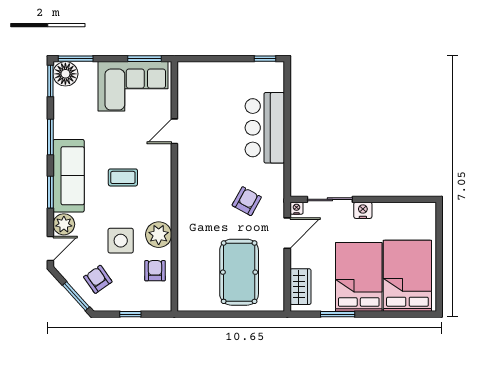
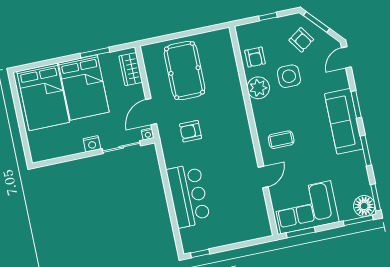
coffee table: (123, 177) -> (281, 140), moved
armchair: (247, 201) -> (191, 131), turned 61
plant: (64, 224) -> (339, 80), removed

